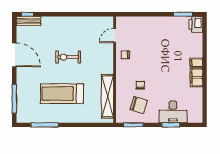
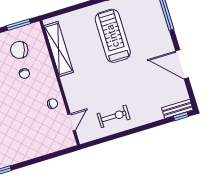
exercise bike: (68, 57) -> (114, 116), moved
treadmill: (62, 94) -> (113, 36), turned -90

